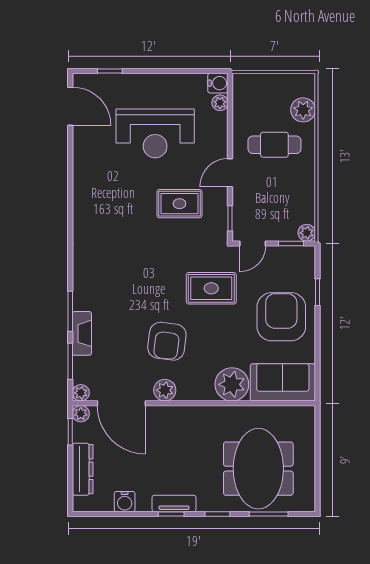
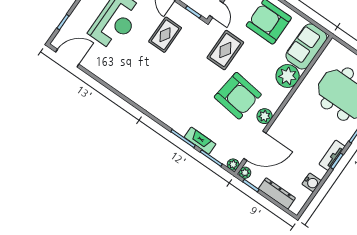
armchair: (167, 341) -> (238, 96), width x1.36, depth x1.36

